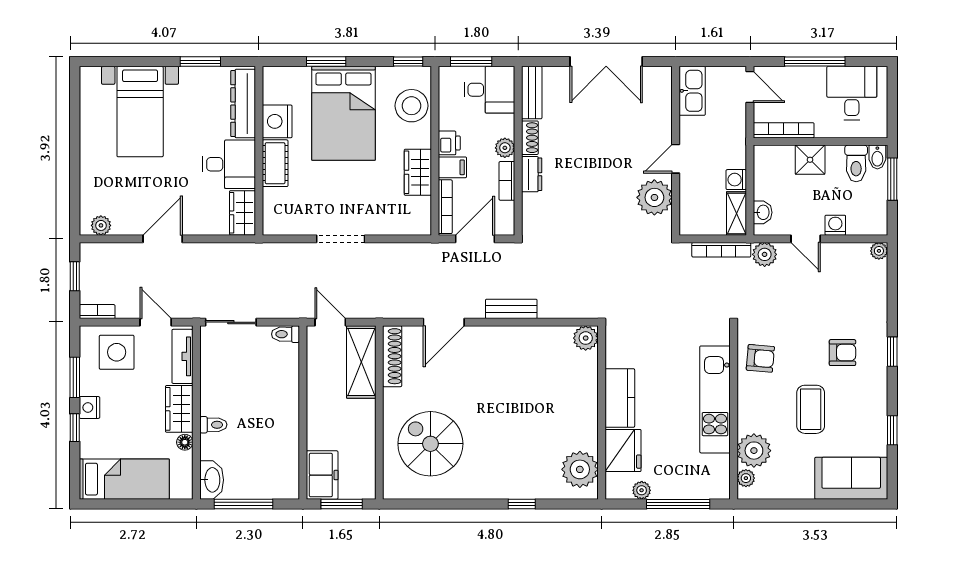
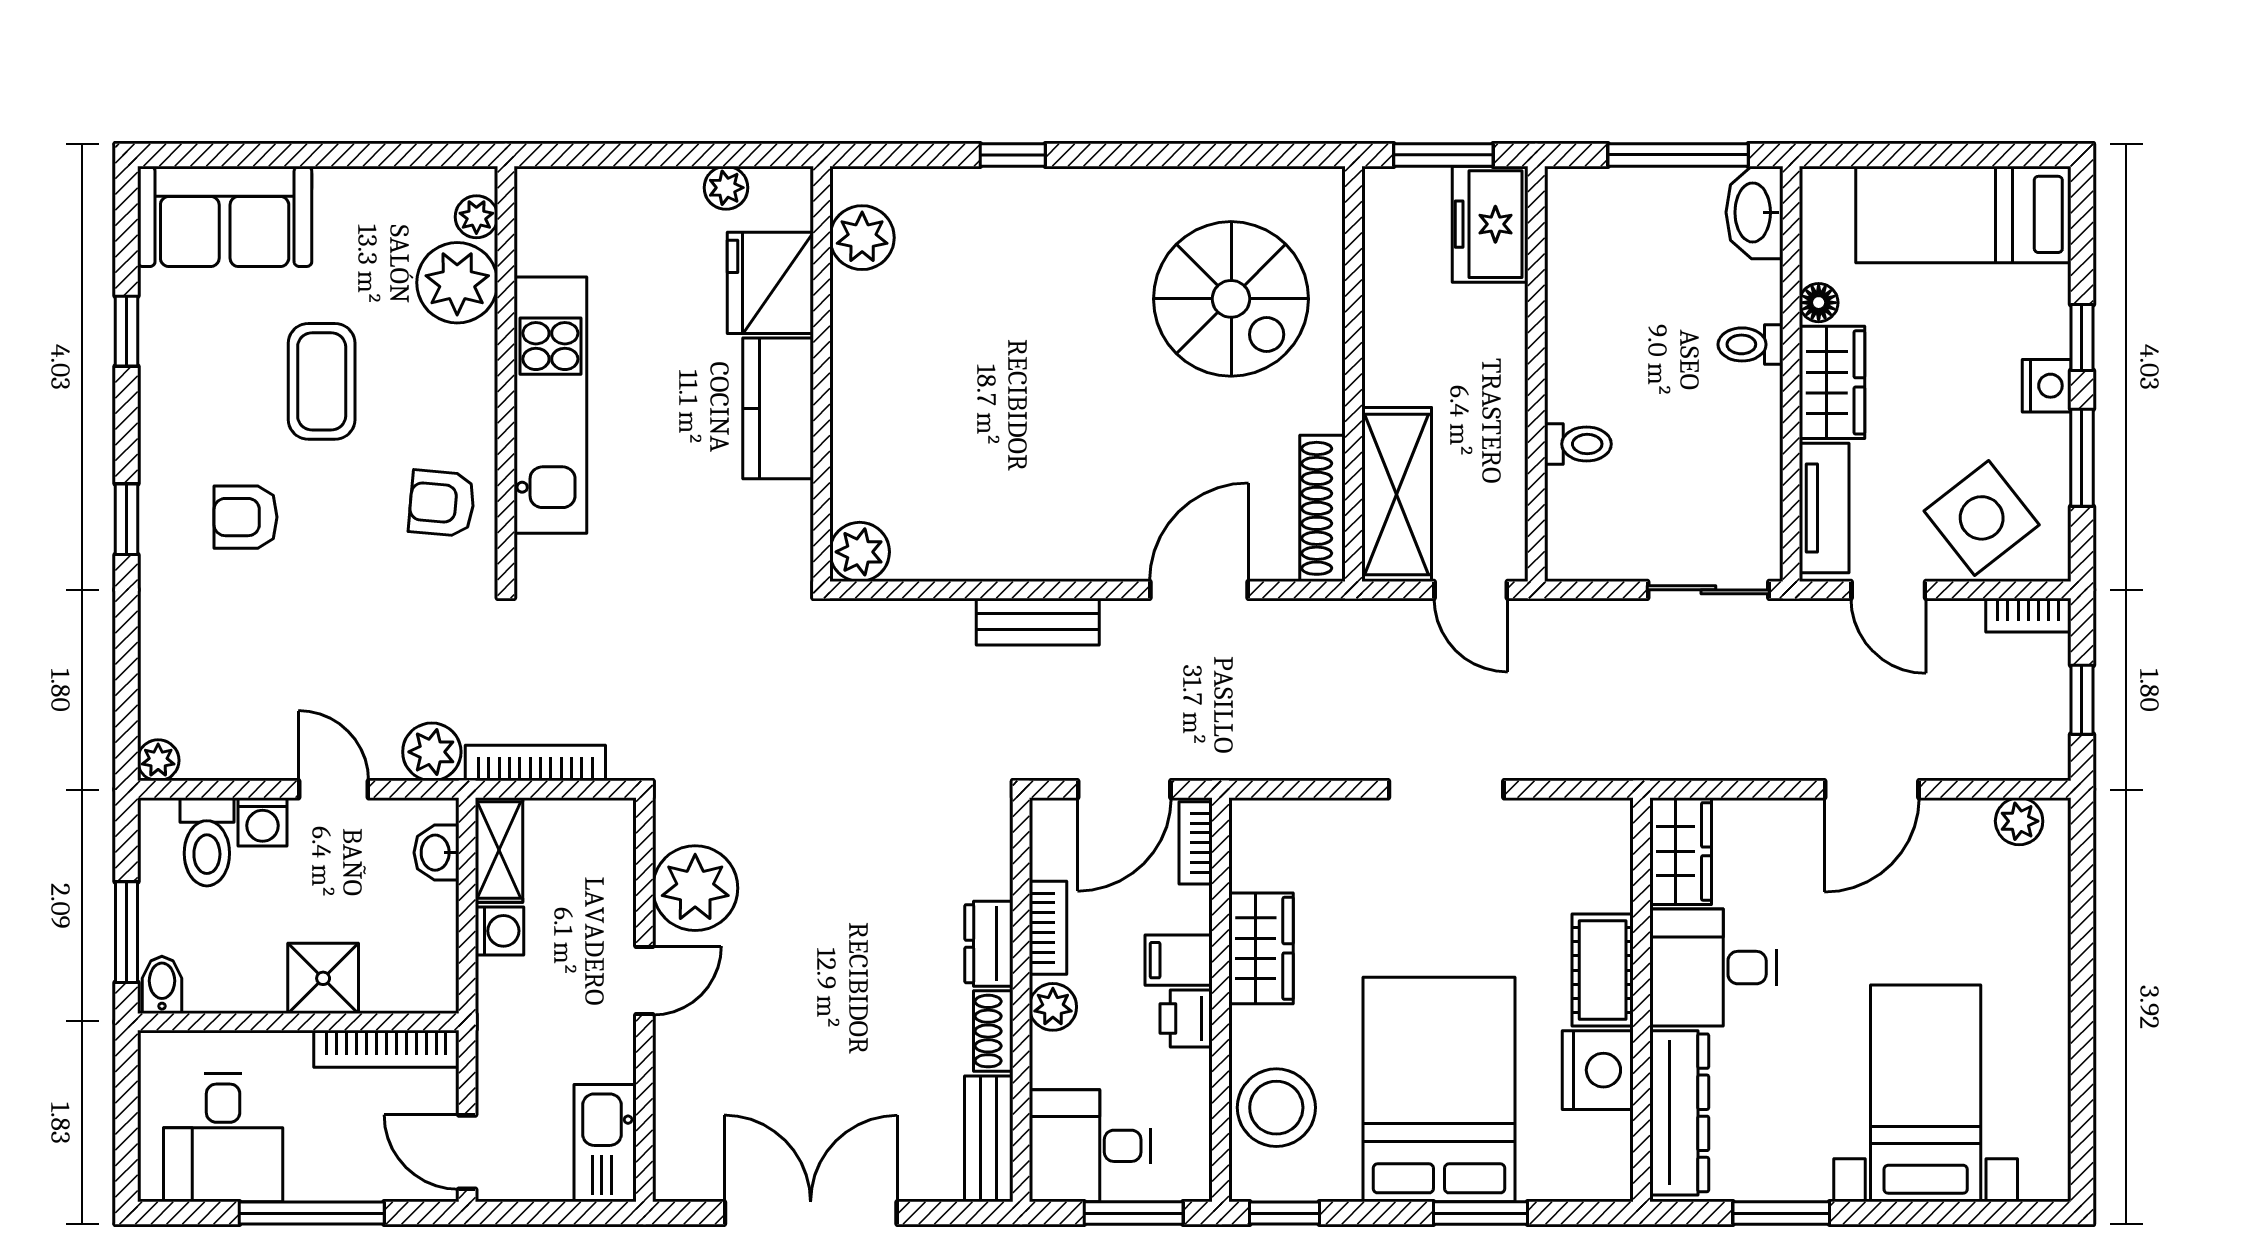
toilet: (856, 163) -> (207, 842), moved, turned 180
bookcase: (445, 207) -> (1196, 843), width x0.64
toilet: (285, 334) -> (1578, 444), moved
side table: (117, 352) -> (1982, 518), turned -38
plant: (580, 469) -> (862, 238), width x0.73, depth x0.73
window: (678, 504) -> (638, 155), removed

